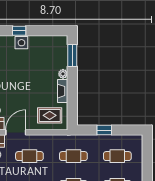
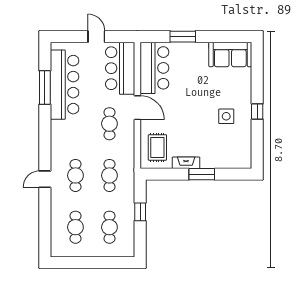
side table: (21, 43) -> (226, 116), moved
window: (72, 55) -> (202, 174), moved
plant: (63, 74) -> (206, 163), removed

